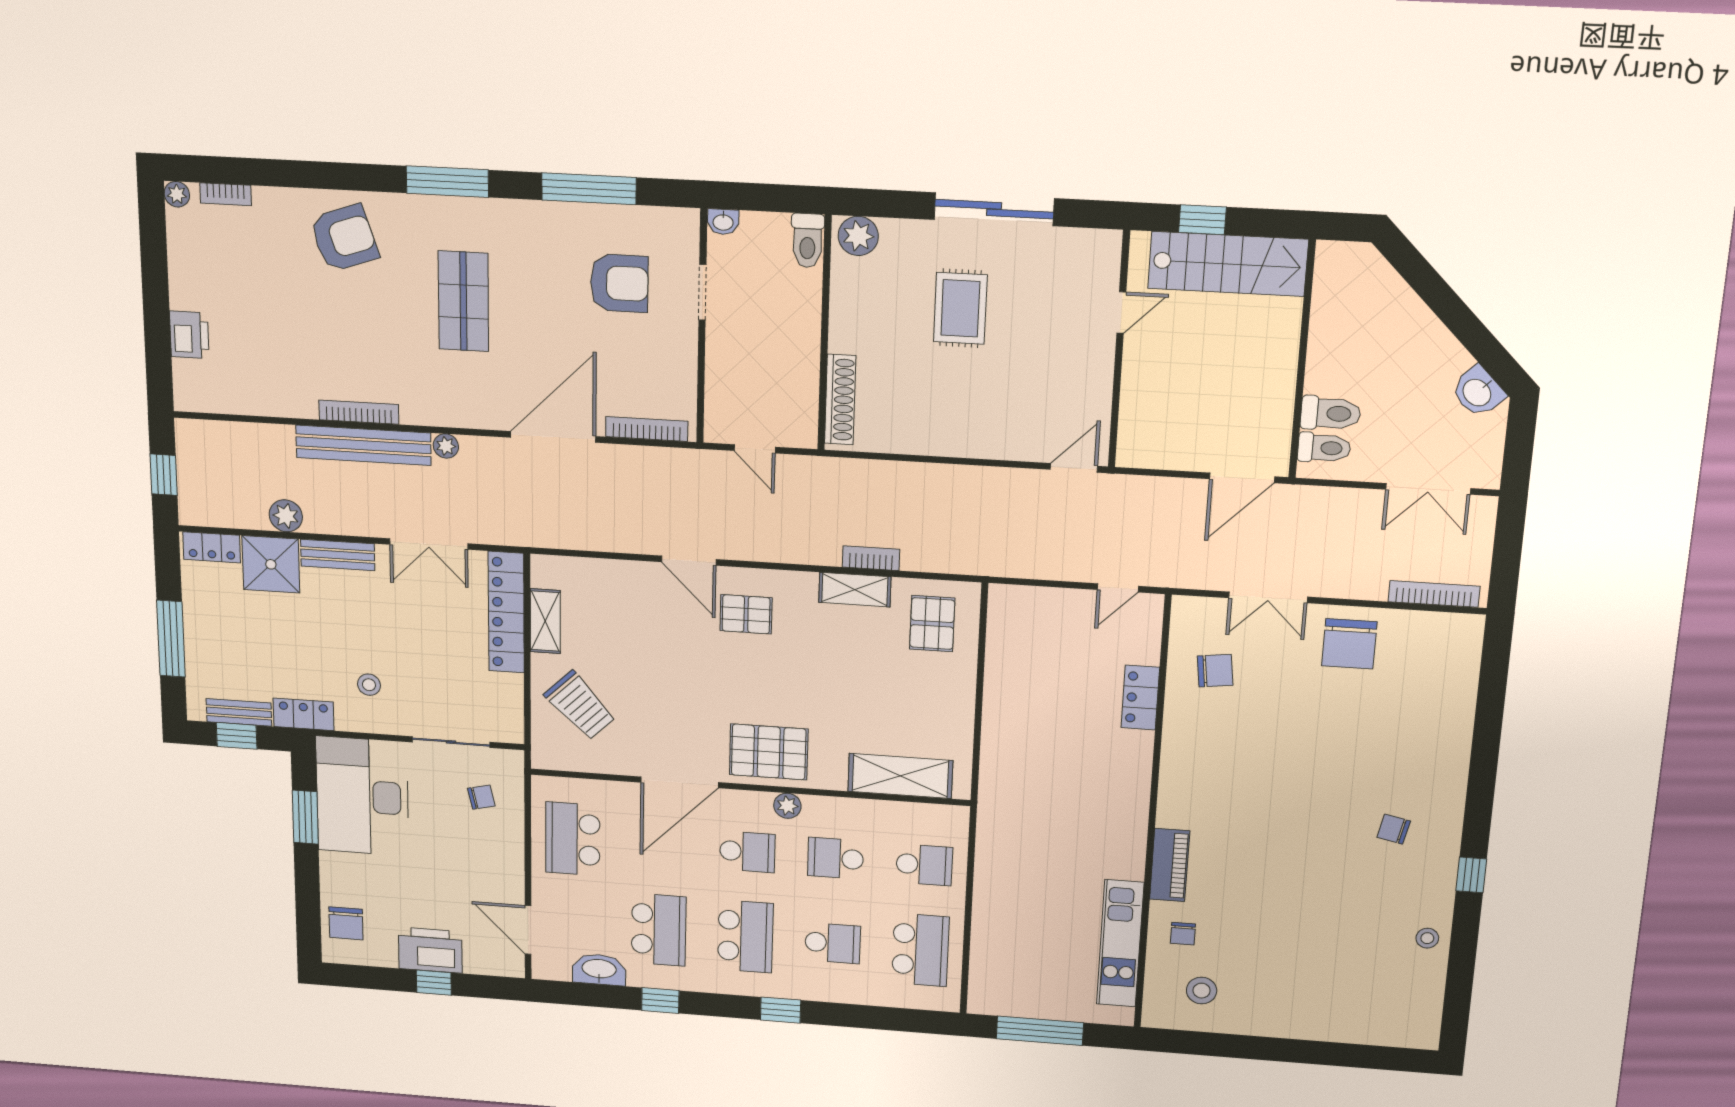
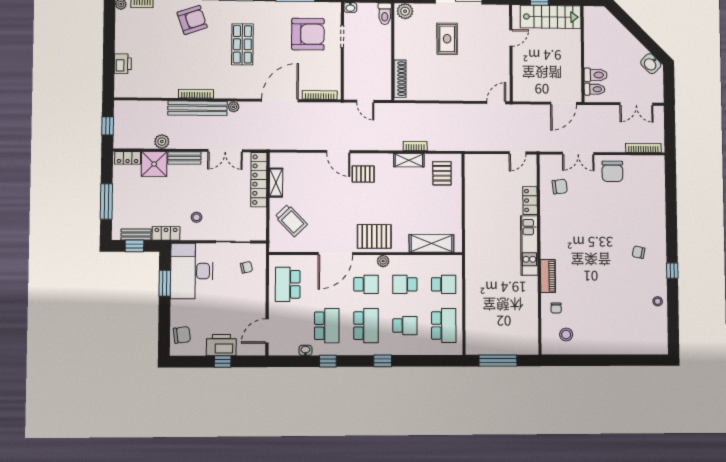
armchair: (619, 283) -> (308, 34), width x1.36, depth x1.36
chair: (346, 923) -> (182, 335), turned -97
door: (528, 930) -> (267, 331), hinge flipped
kitchen unit: (1120, 943) -> (529, 246), moved
washbasin: (599, 970) -> (305, 350), width x0.52, depth x0.69

